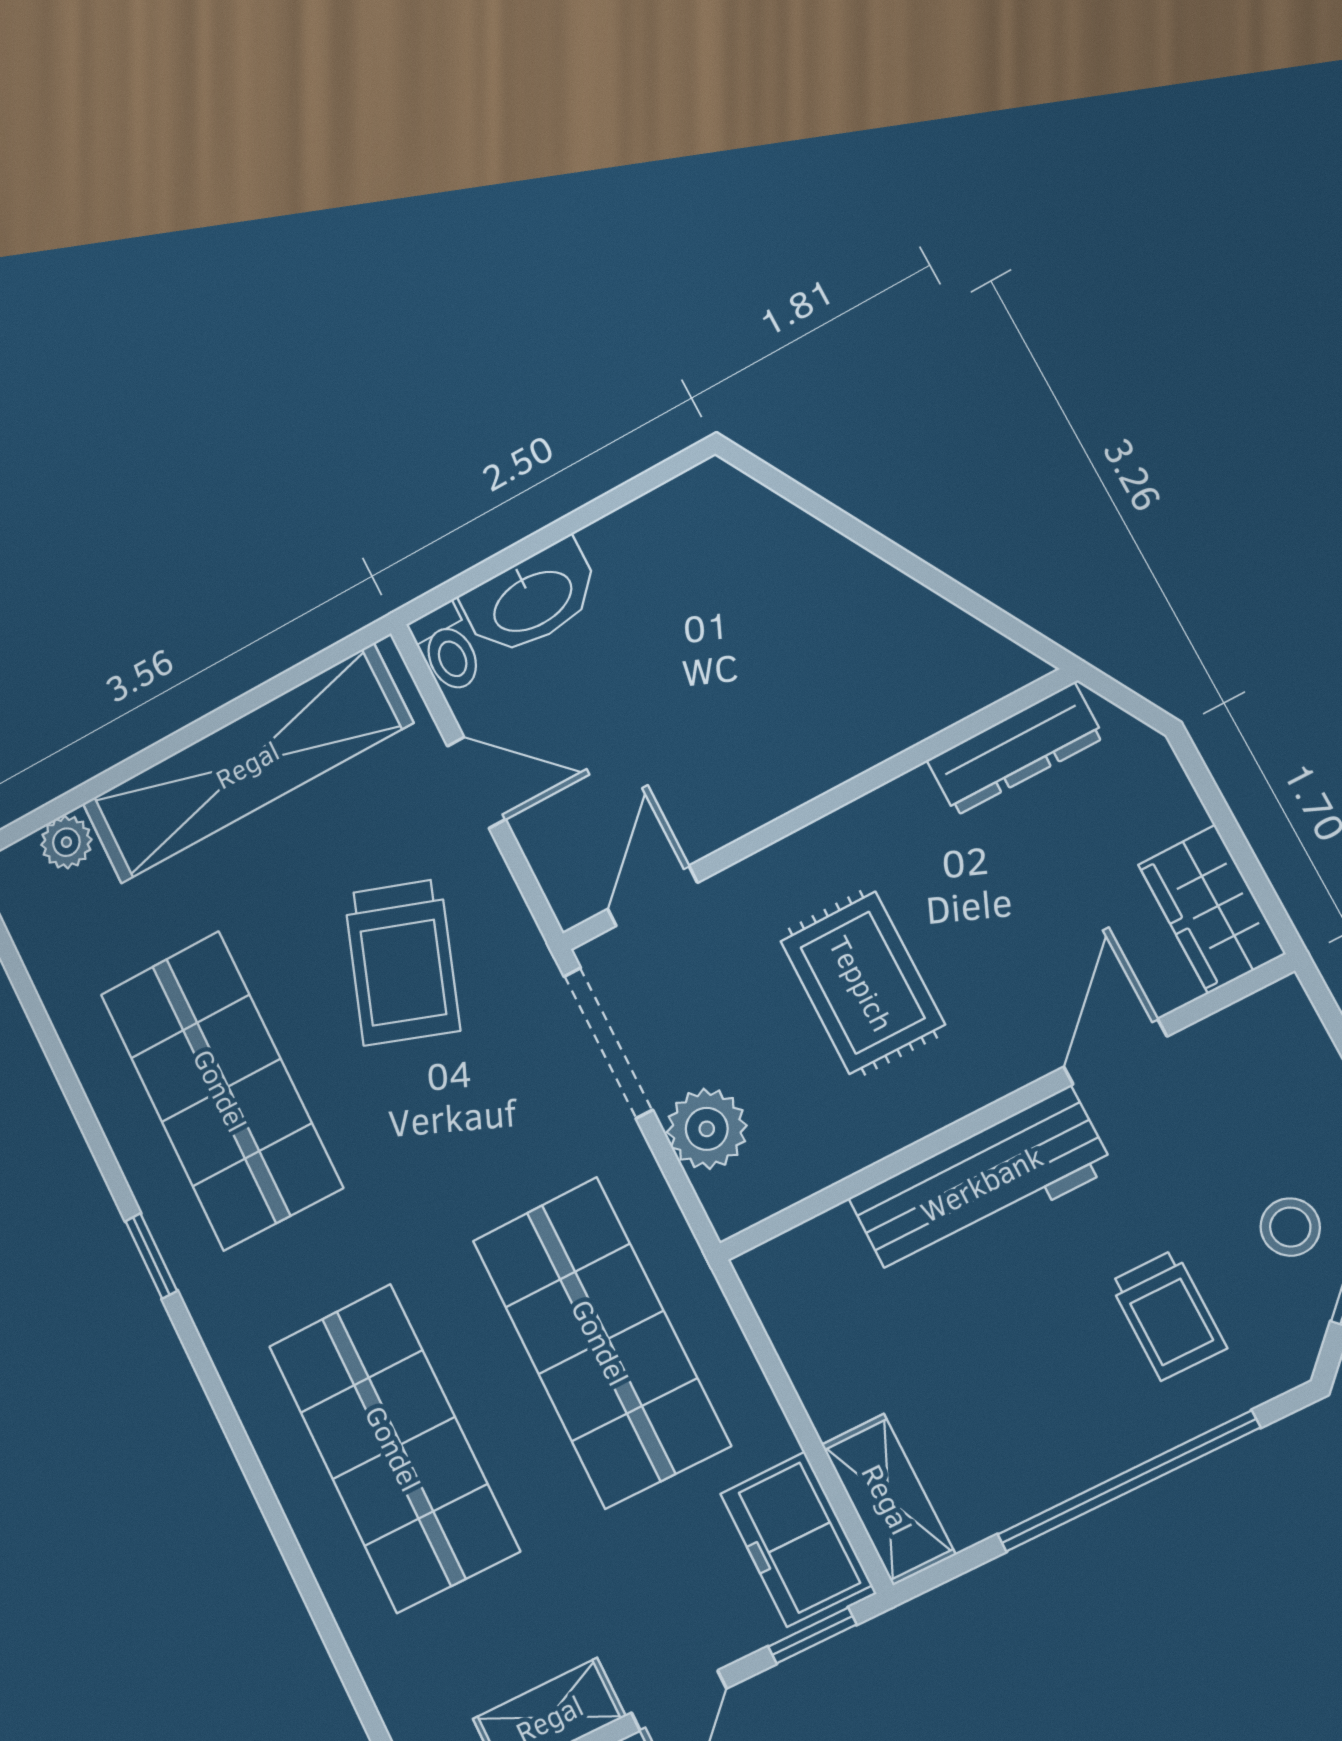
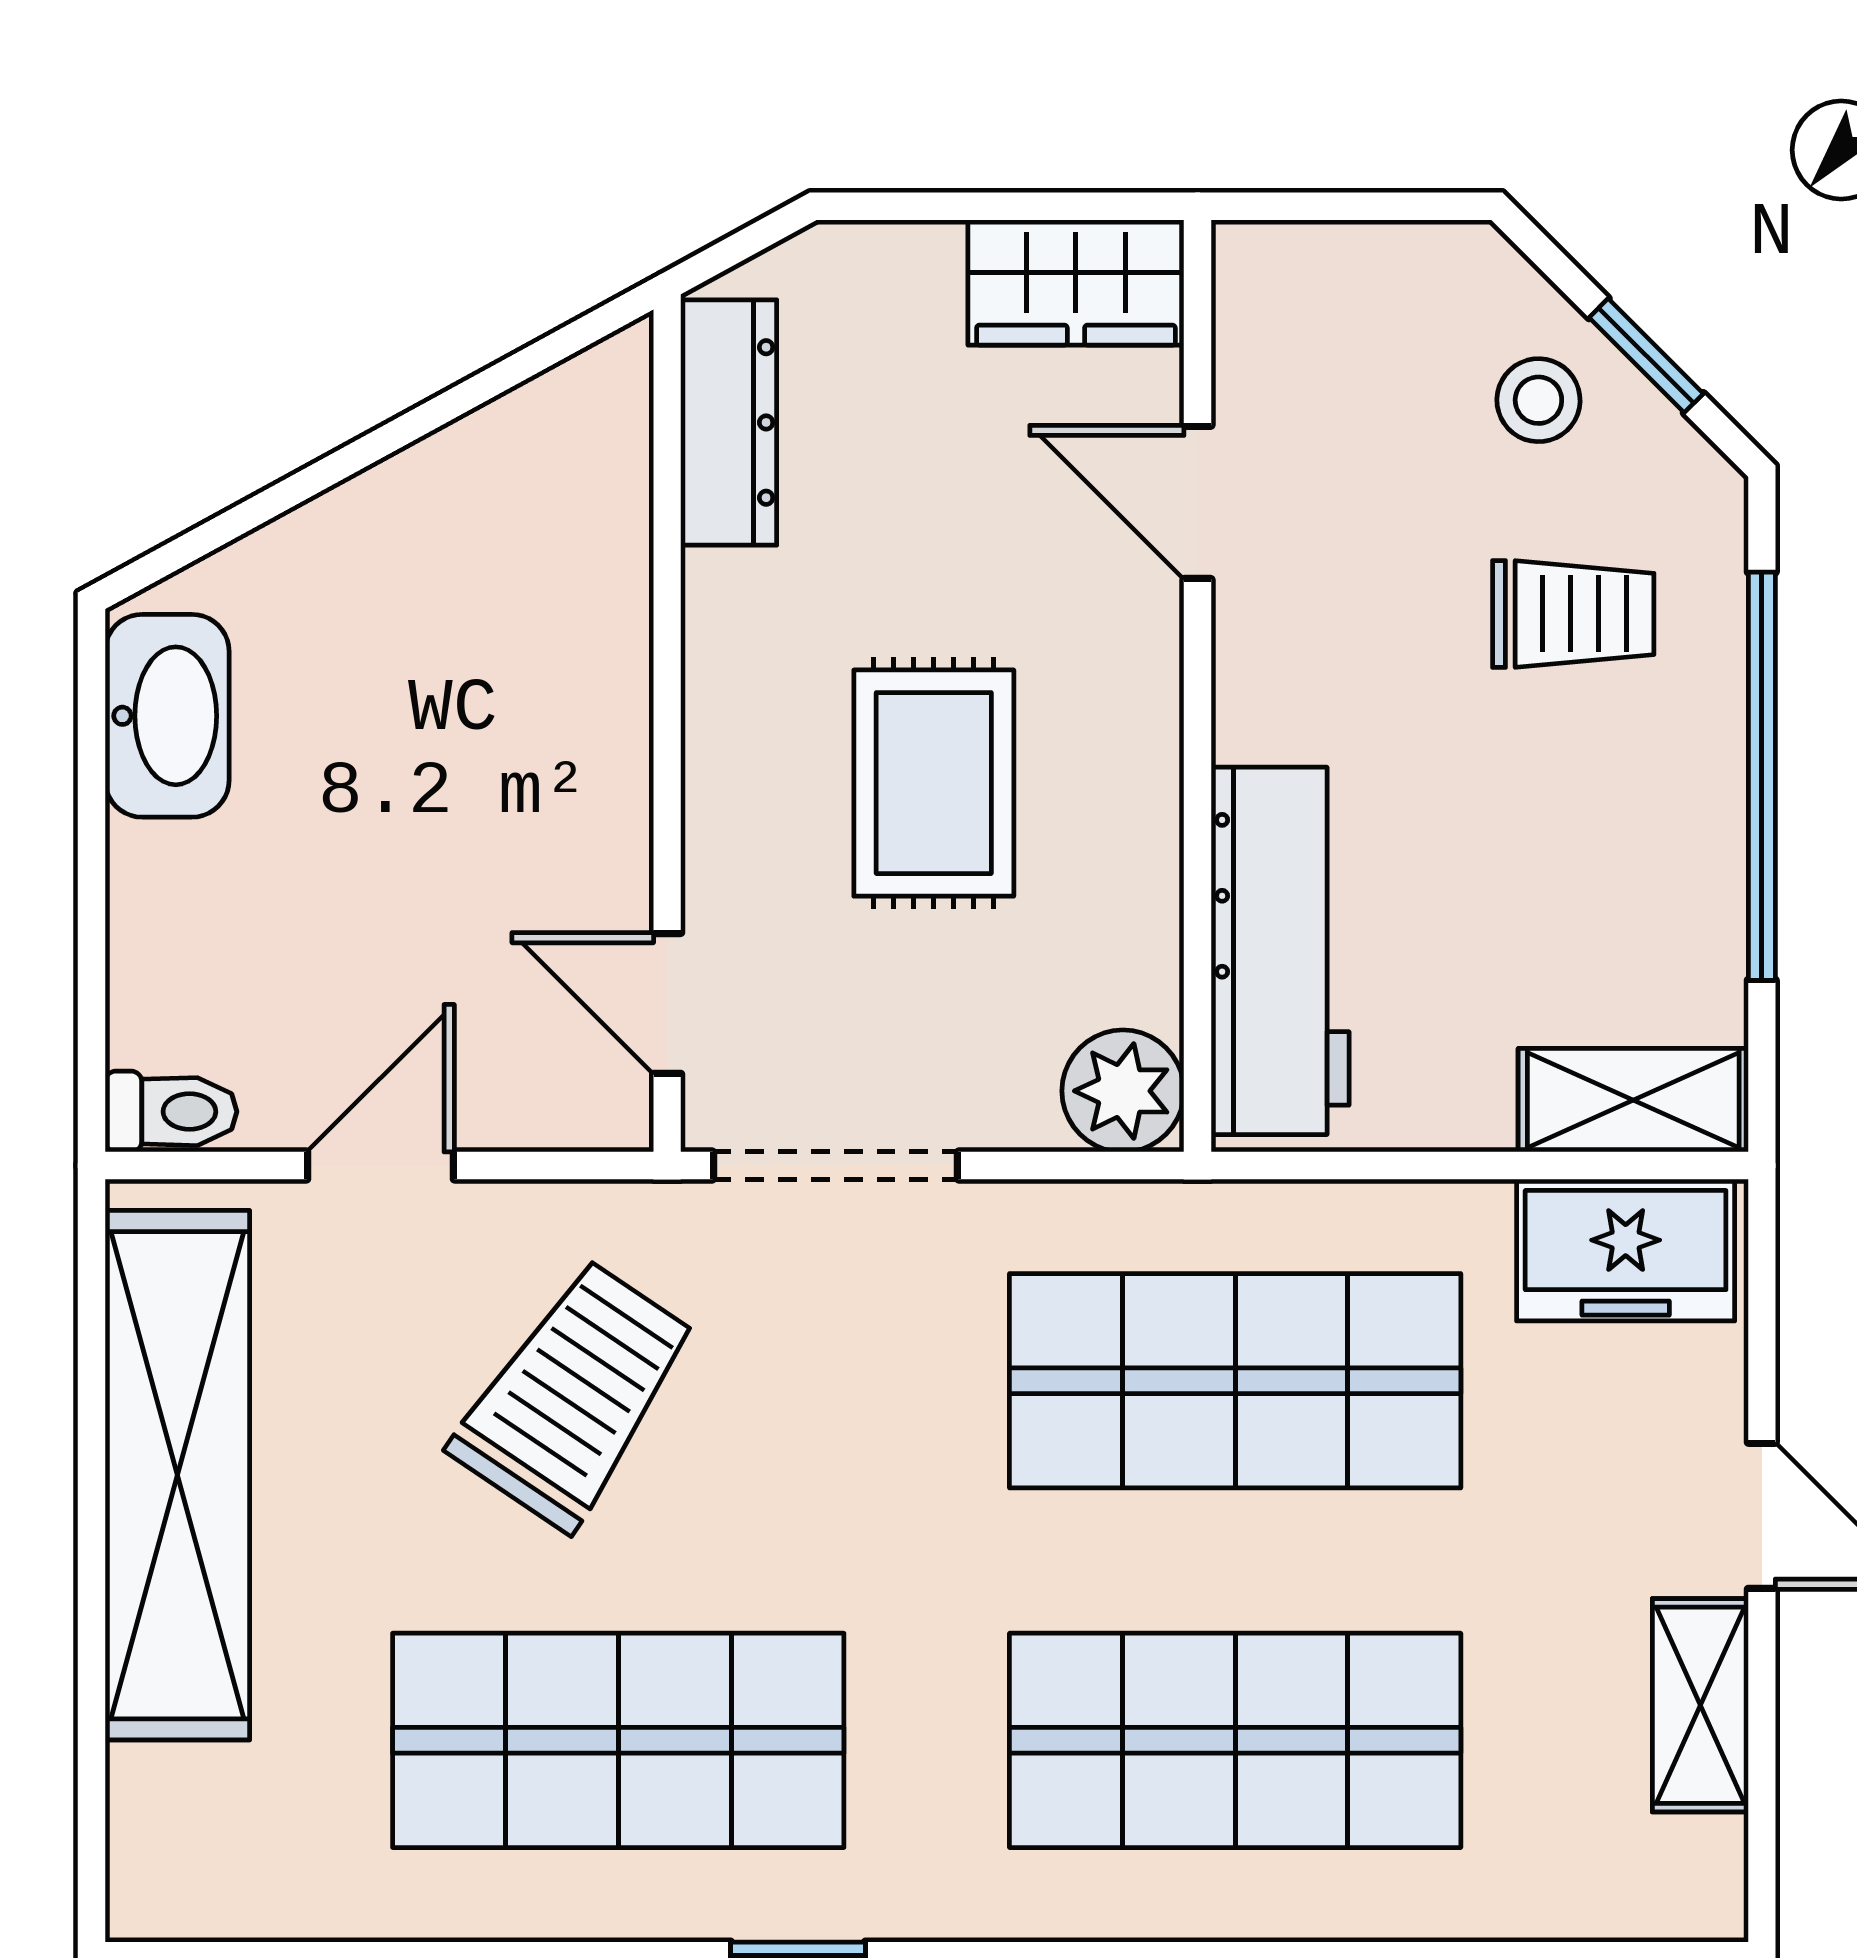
washbasin: (532, 599) -> (167, 716), moved
plant: (66, 842) -> (147, 1791), removed
trolley: (402, 962) -> (574, 1394), turned -75
rug: (862, 983) -> (934, 783), turned 90
plant: (707, 1129) -> (1123, 1091), moved
workbench: (981, 1183) -> (1280, 951), moved
window: (812, 1636) -> (1762, 1293), removed

